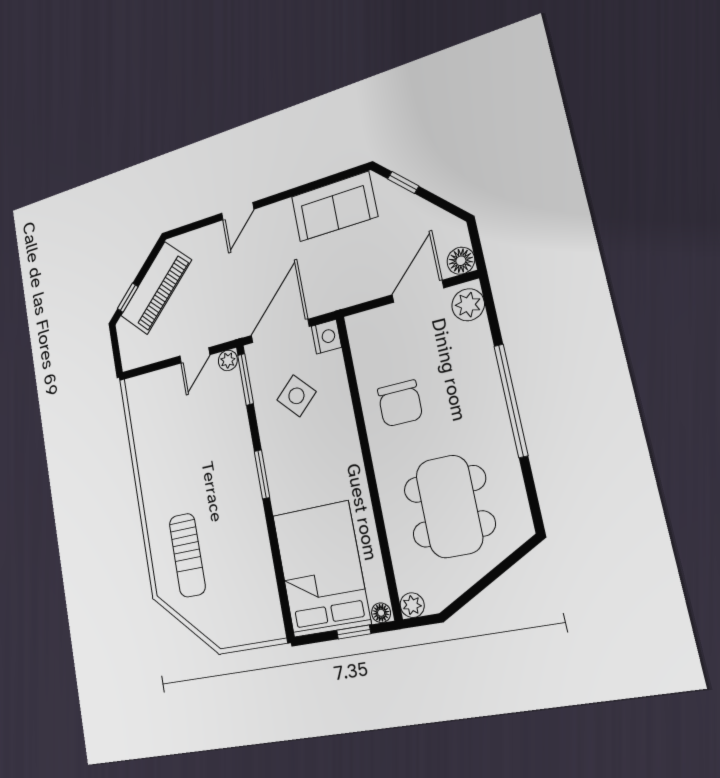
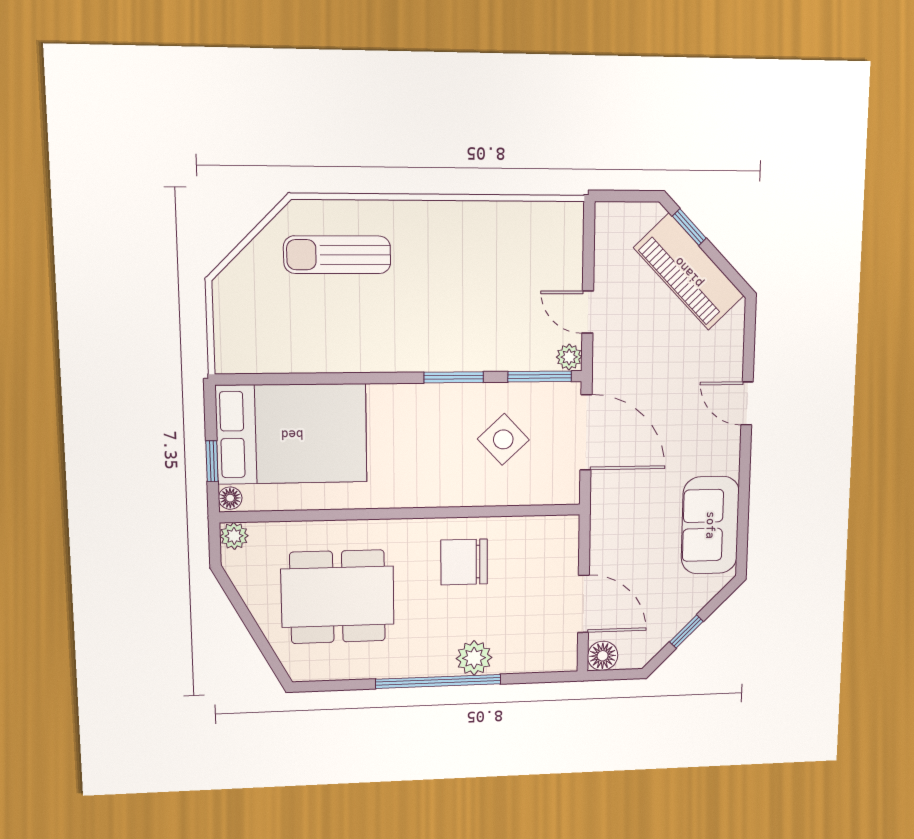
window: (403, 182) -> (686, 632), moved
plant: (468, 305) -> (474, 658), moved
nightstand: (326, 337) -> (563, 489), removed
window: (262, 474) -> (454, 377), moved

